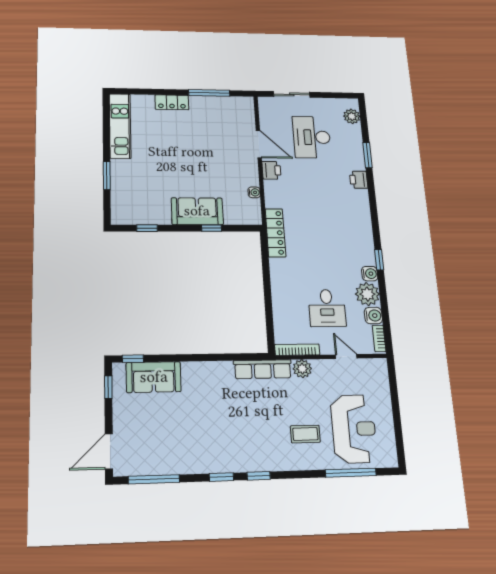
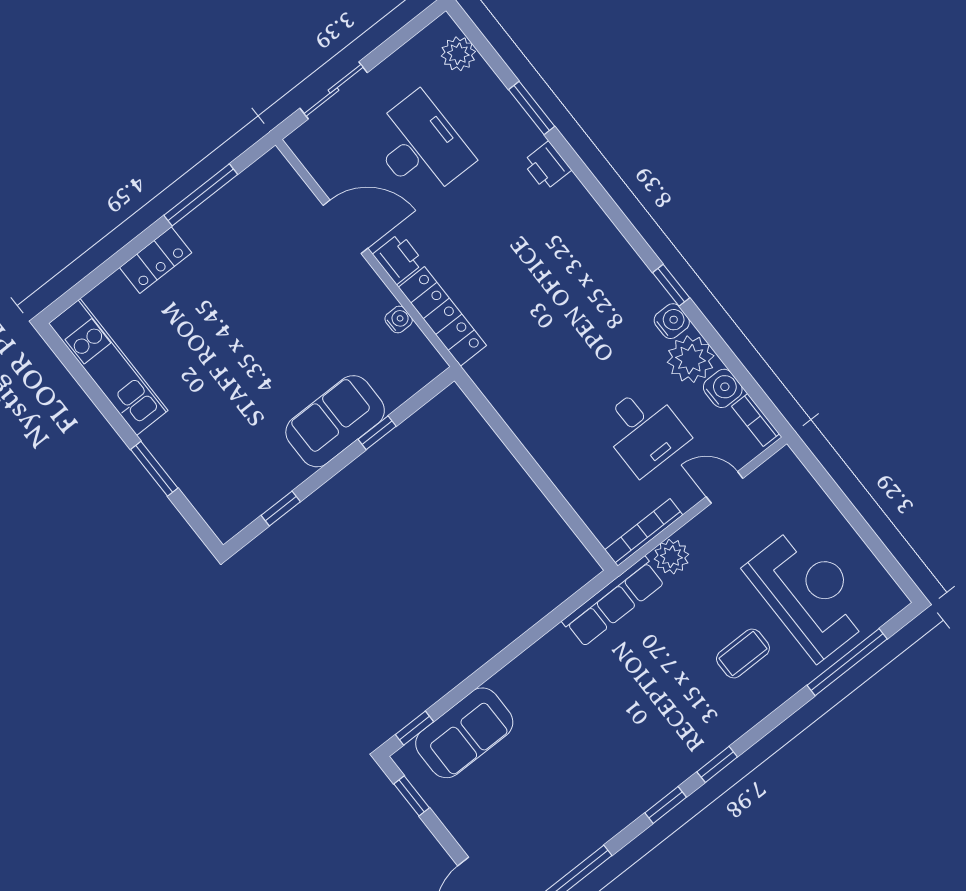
desk: (312, 137) -> (420, 146), turned 180
locker: (275, 233) -> (442, 316), moved

